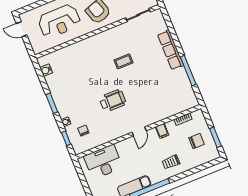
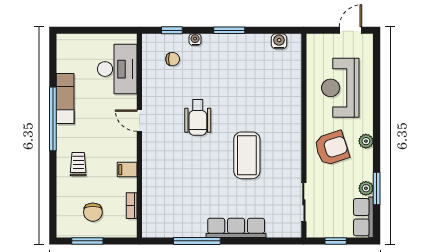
coffee table: (124, 61) -> (247, 155), width x1.86, depth x1.72
door: (139, 131) -> (139, 121), moved

